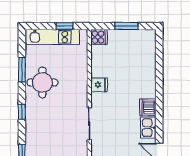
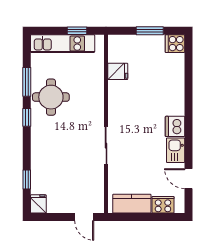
cooker: (99, 37) -> (175, 44), moved, turned 180
fridge: (99, 85) -> (118, 71), moved
window: (22, 112) -> (27, 117), moved

